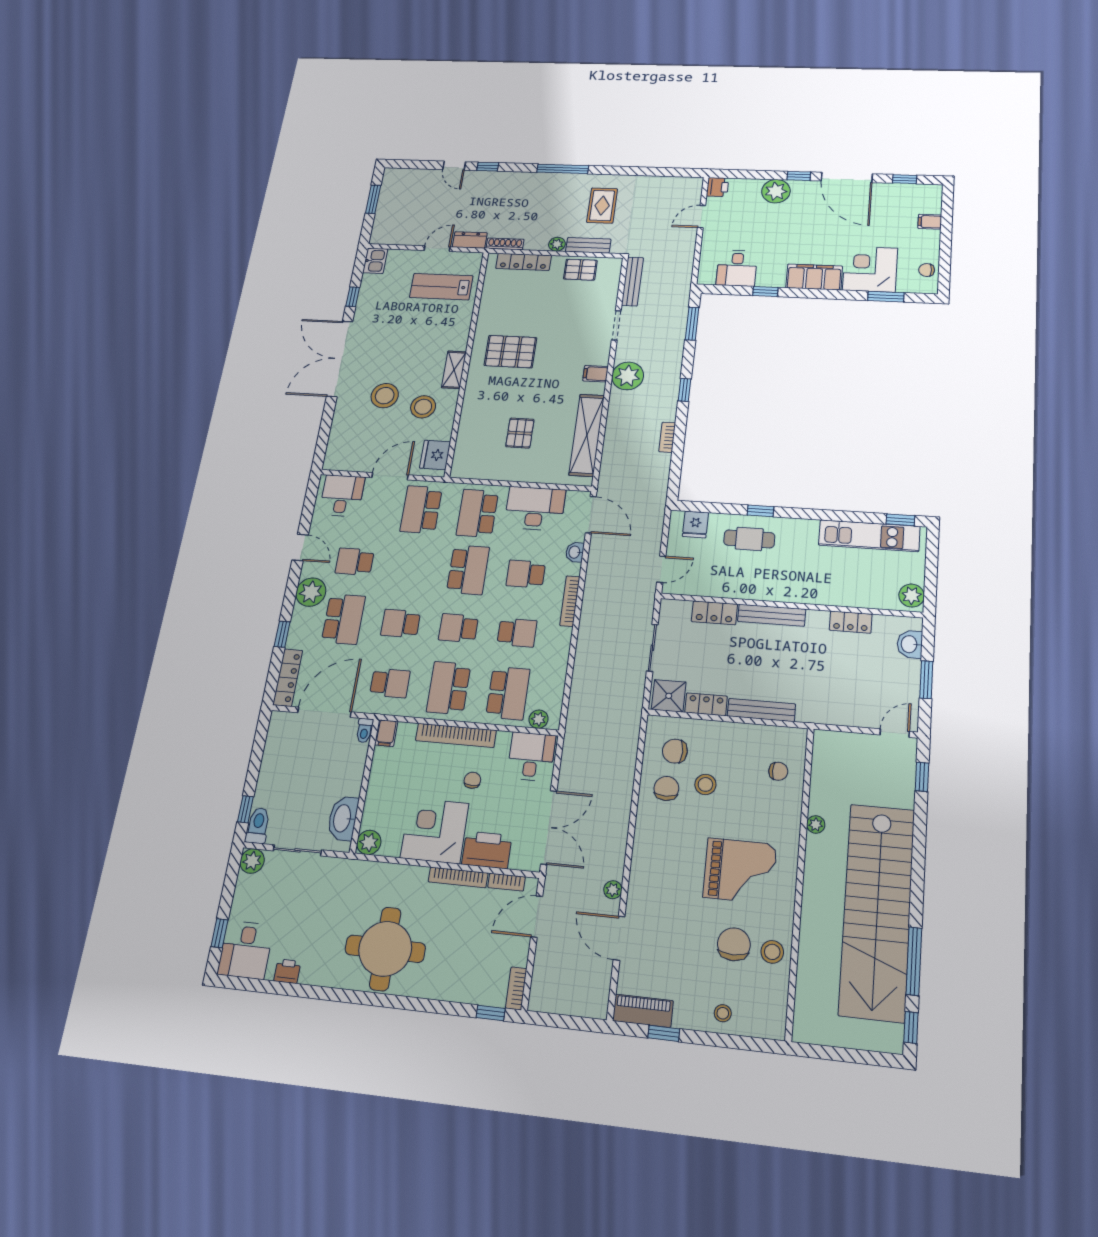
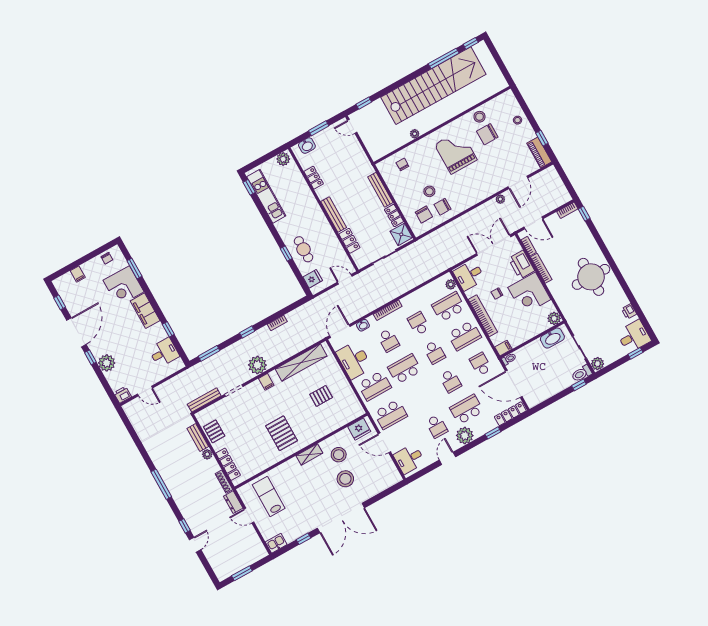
rug: (602, 206) -> (170, 447), removed
lab bench: (441, 287) -> (269, 496), turned 180

